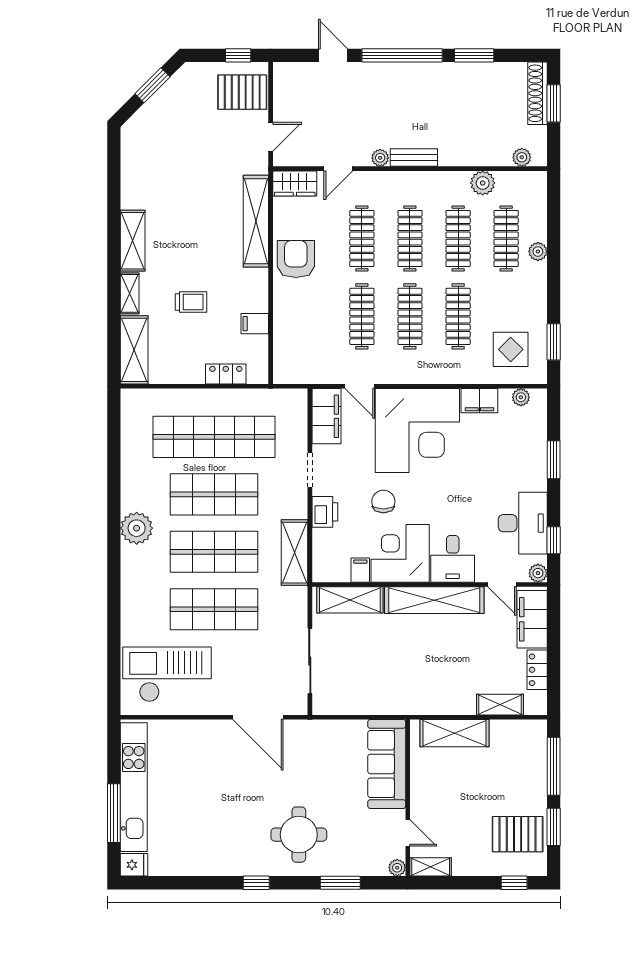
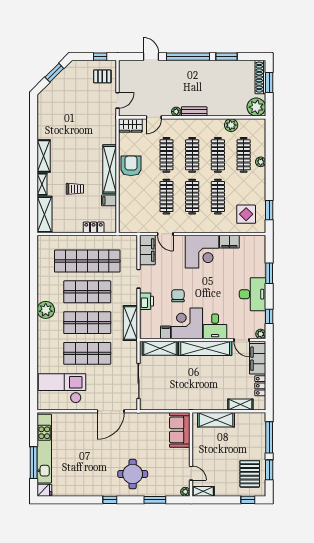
pallet: (242, 92) -> (102, 76), width x0.67, depth x0.71
plant: (522, 157) -> (256, 107), width x1.87, depth x1.87
shelving: (256, 221) -> (110, 169), moved
plant: (521, 397) -> (252, 240), removed
corner desk: (417, 431) -> (202, 252), width x0.74, depth x0.74
desk: (523, 523) -> (253, 294), moved
door: (258, 717) -> (111, 411), hinge flipped
sofa: (387, 764) -> (180, 430), width x0.73
pallet: (518, 834) -> (250, 474), turned 90

